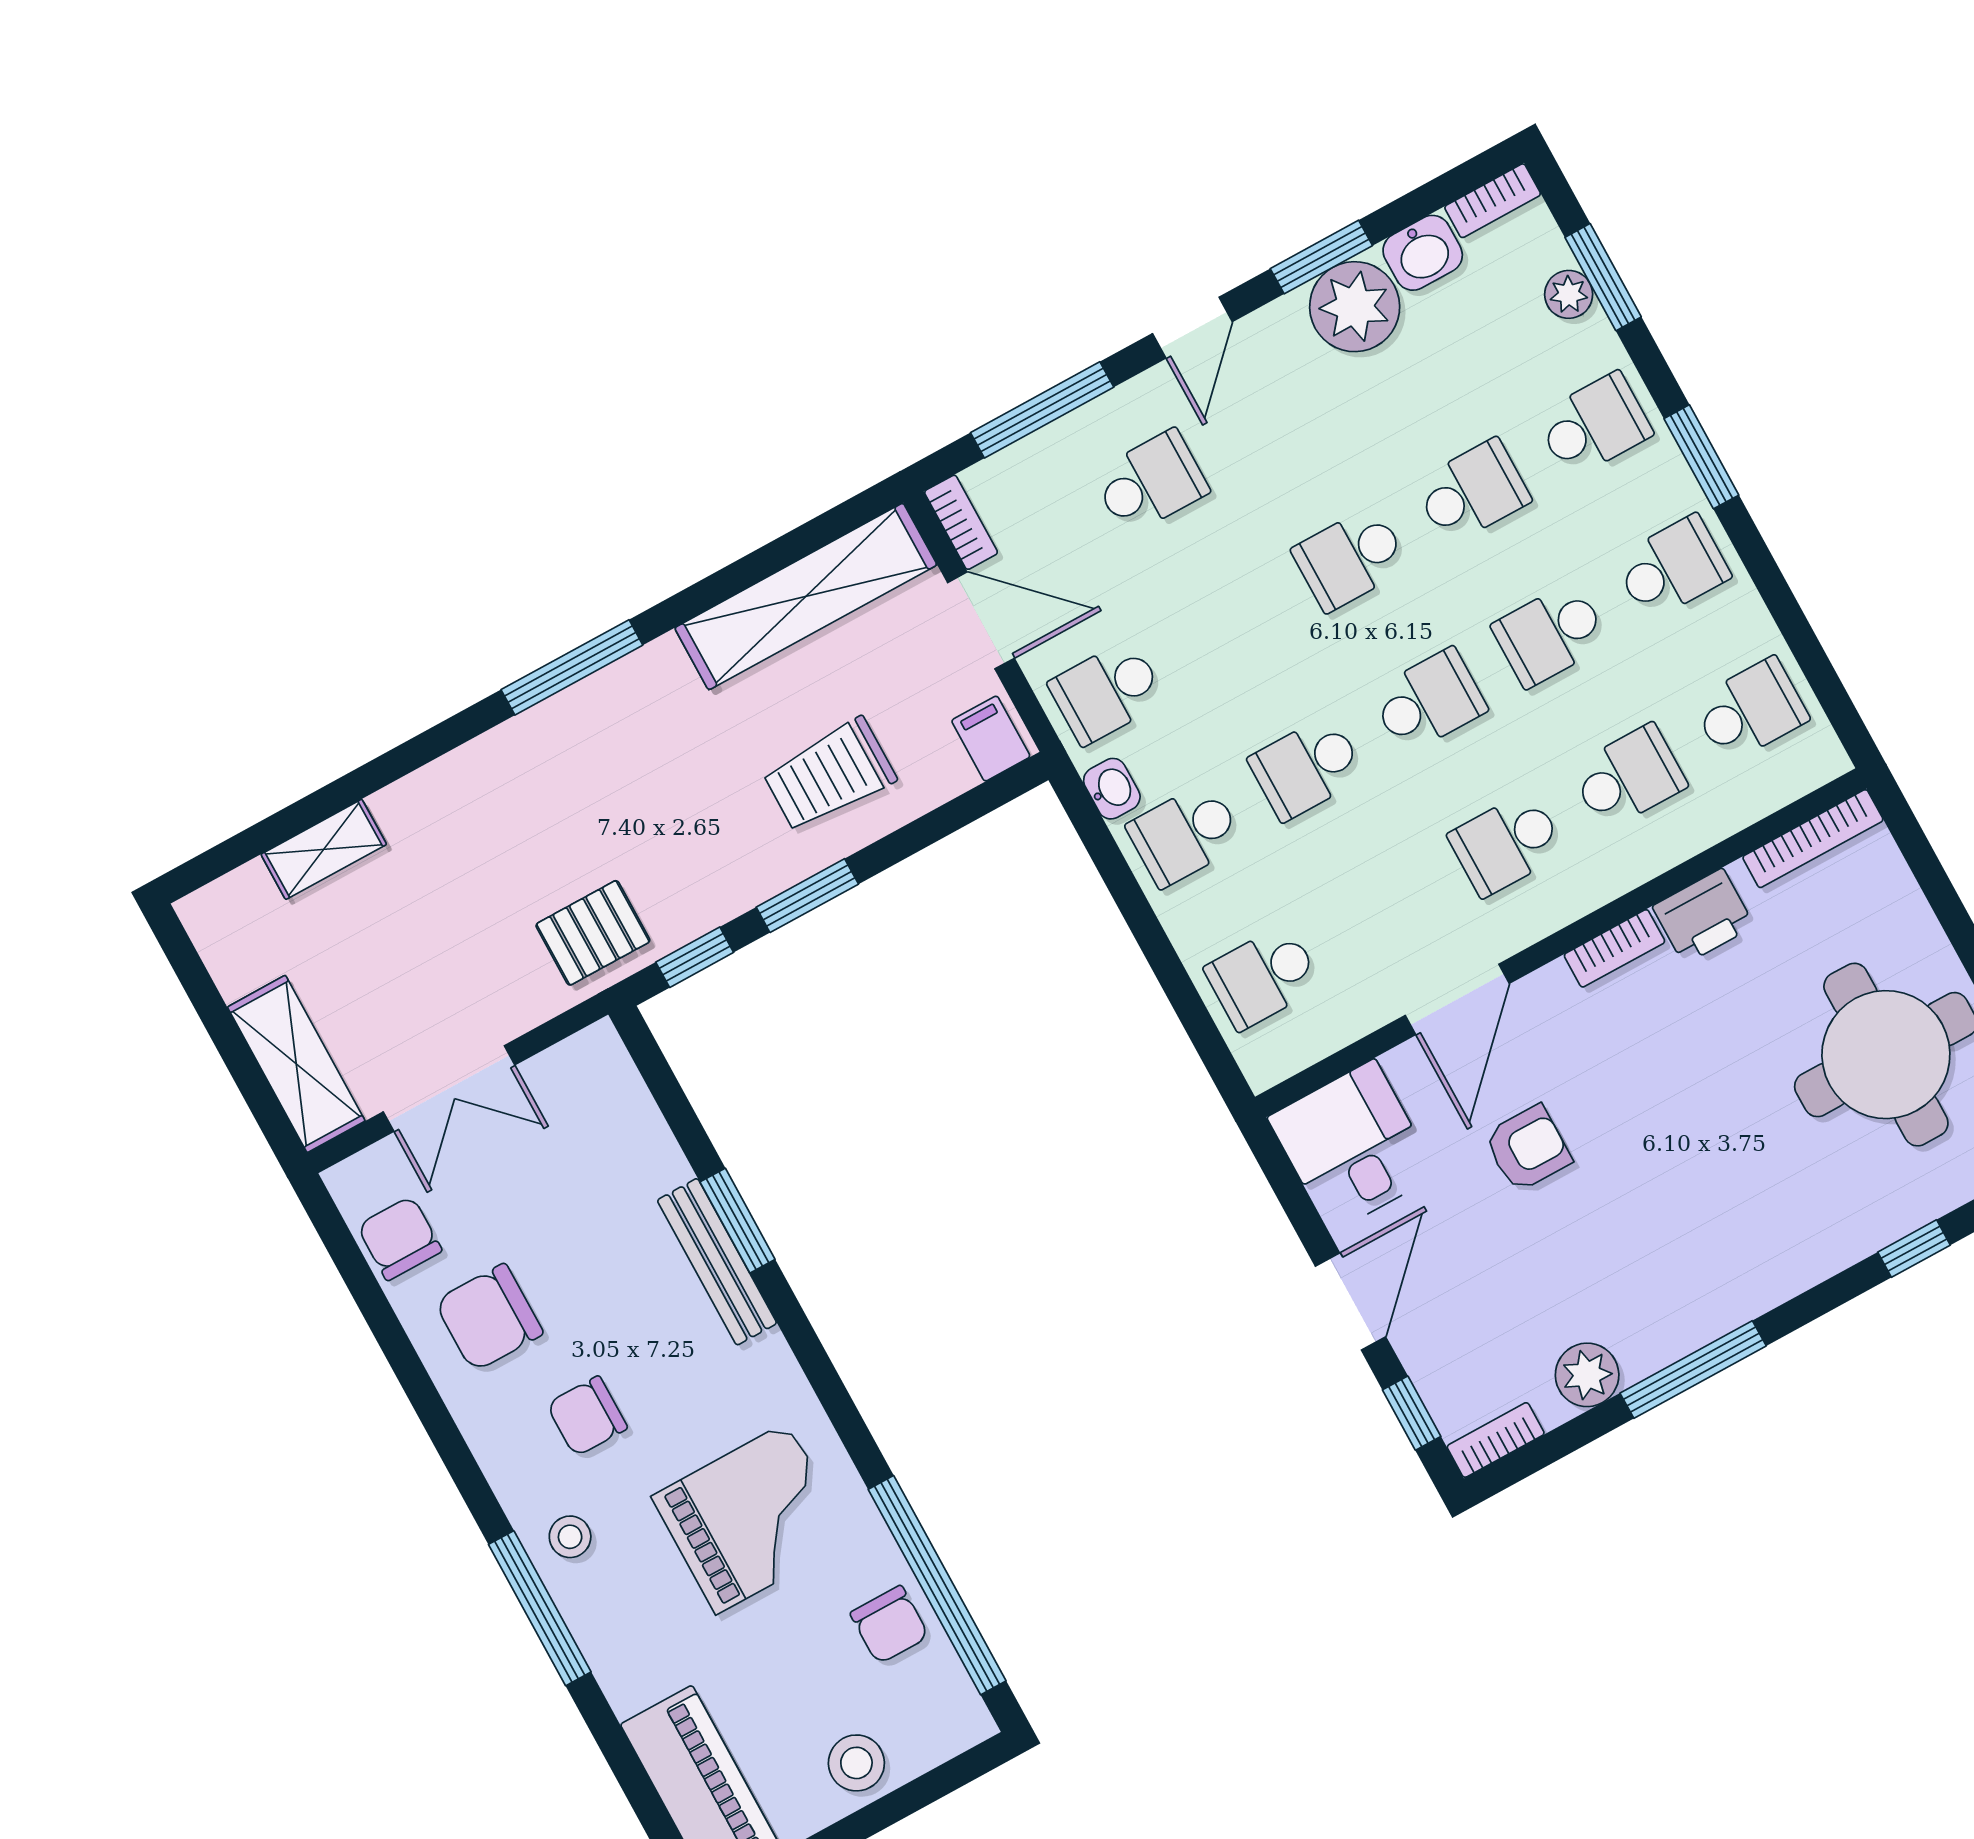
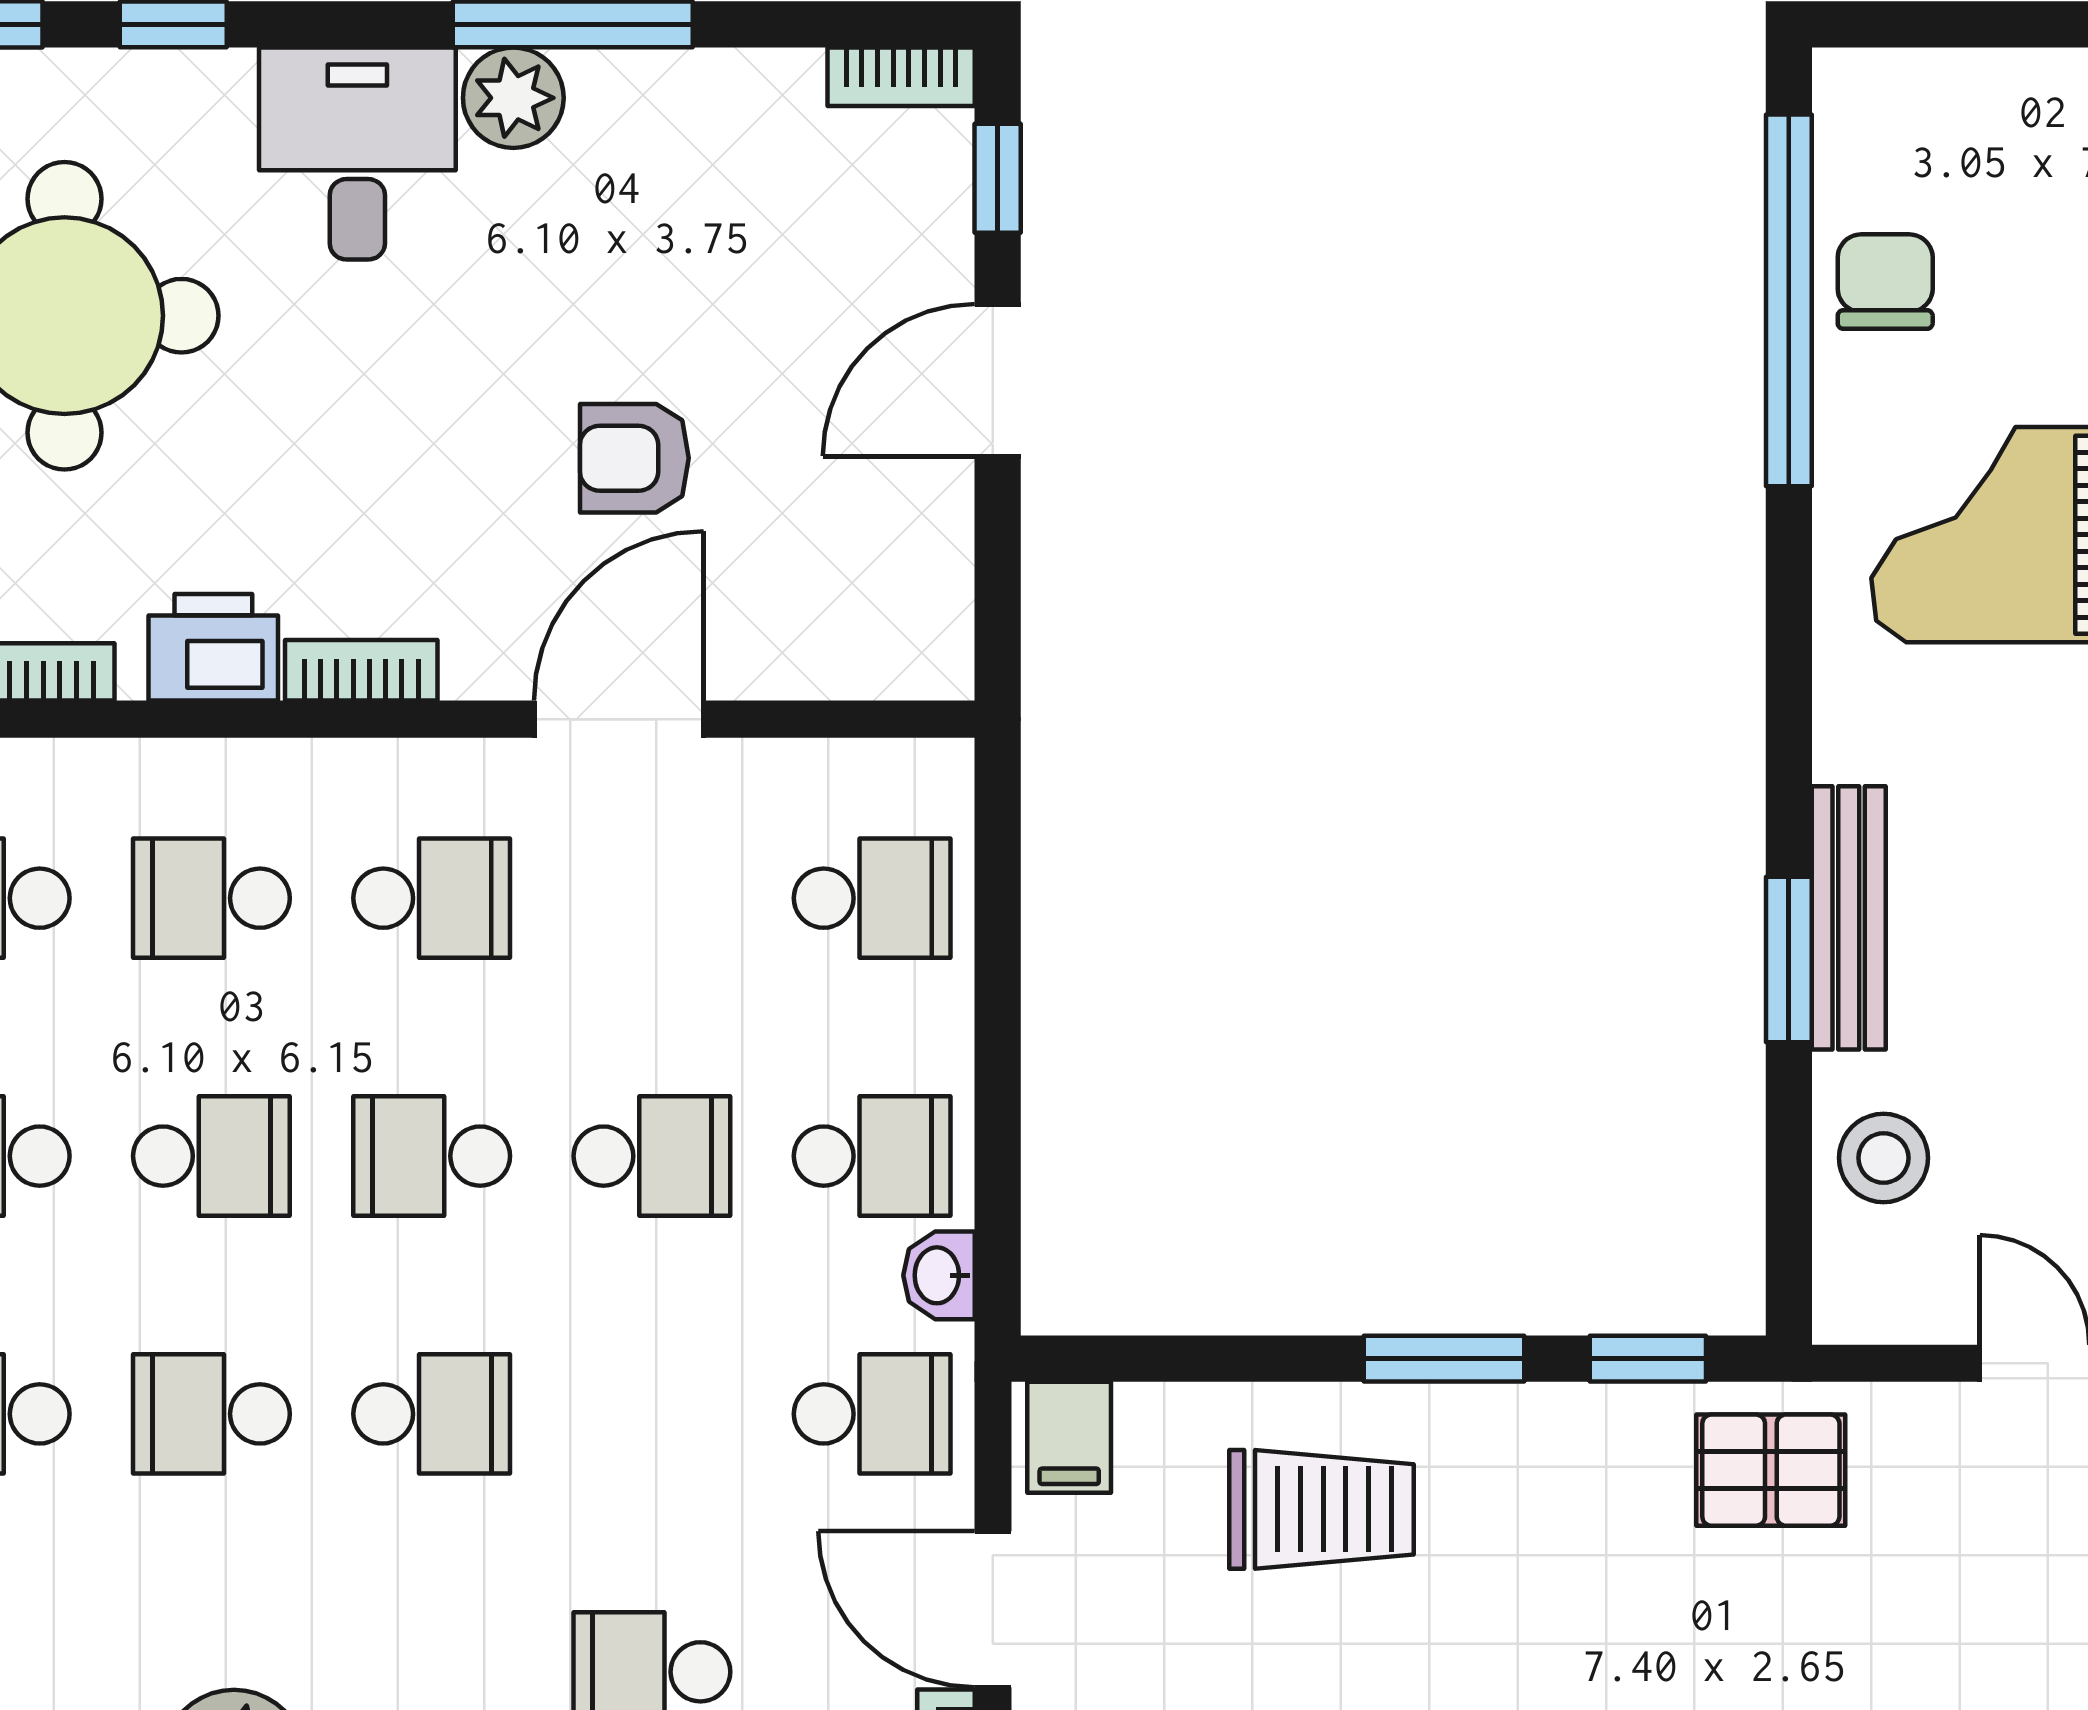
desk: (1353, 1146) -> (357, 154), moved, turned 180
plant: (1587, 1375) -> (513, 98), moved
stool: (856, 1763) -> (1884, 1158), moved

